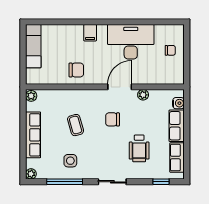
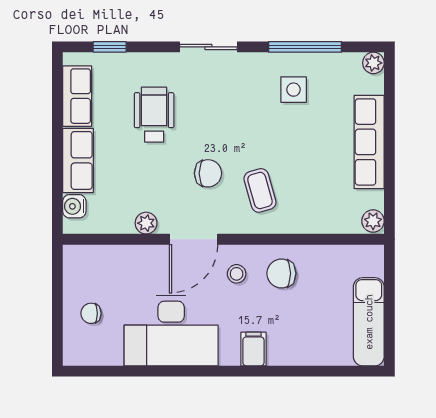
stool: (98, 70) -> (237, 274), added
coffee table: (76, 125) -> (260, 190), moved

